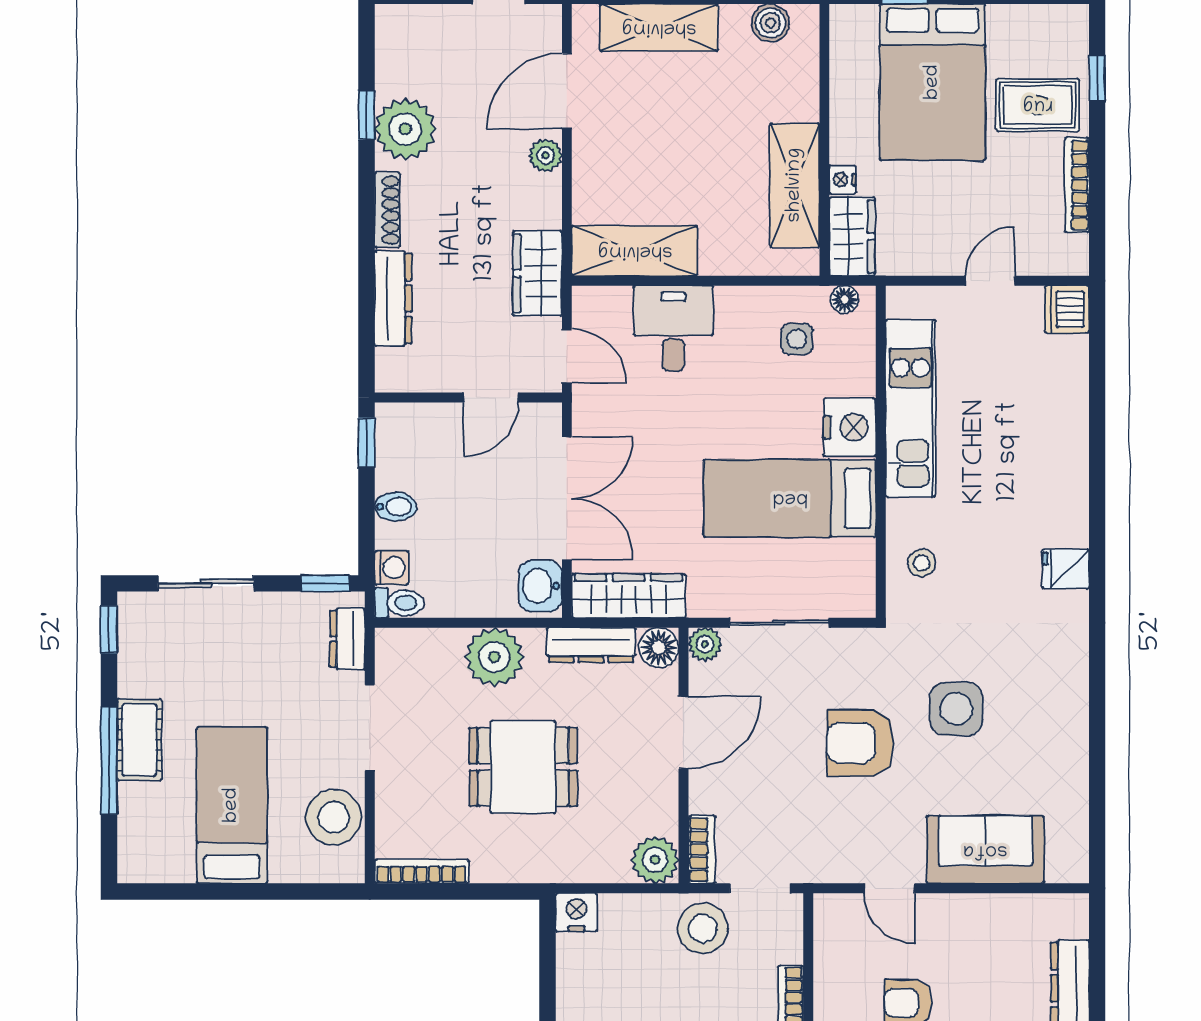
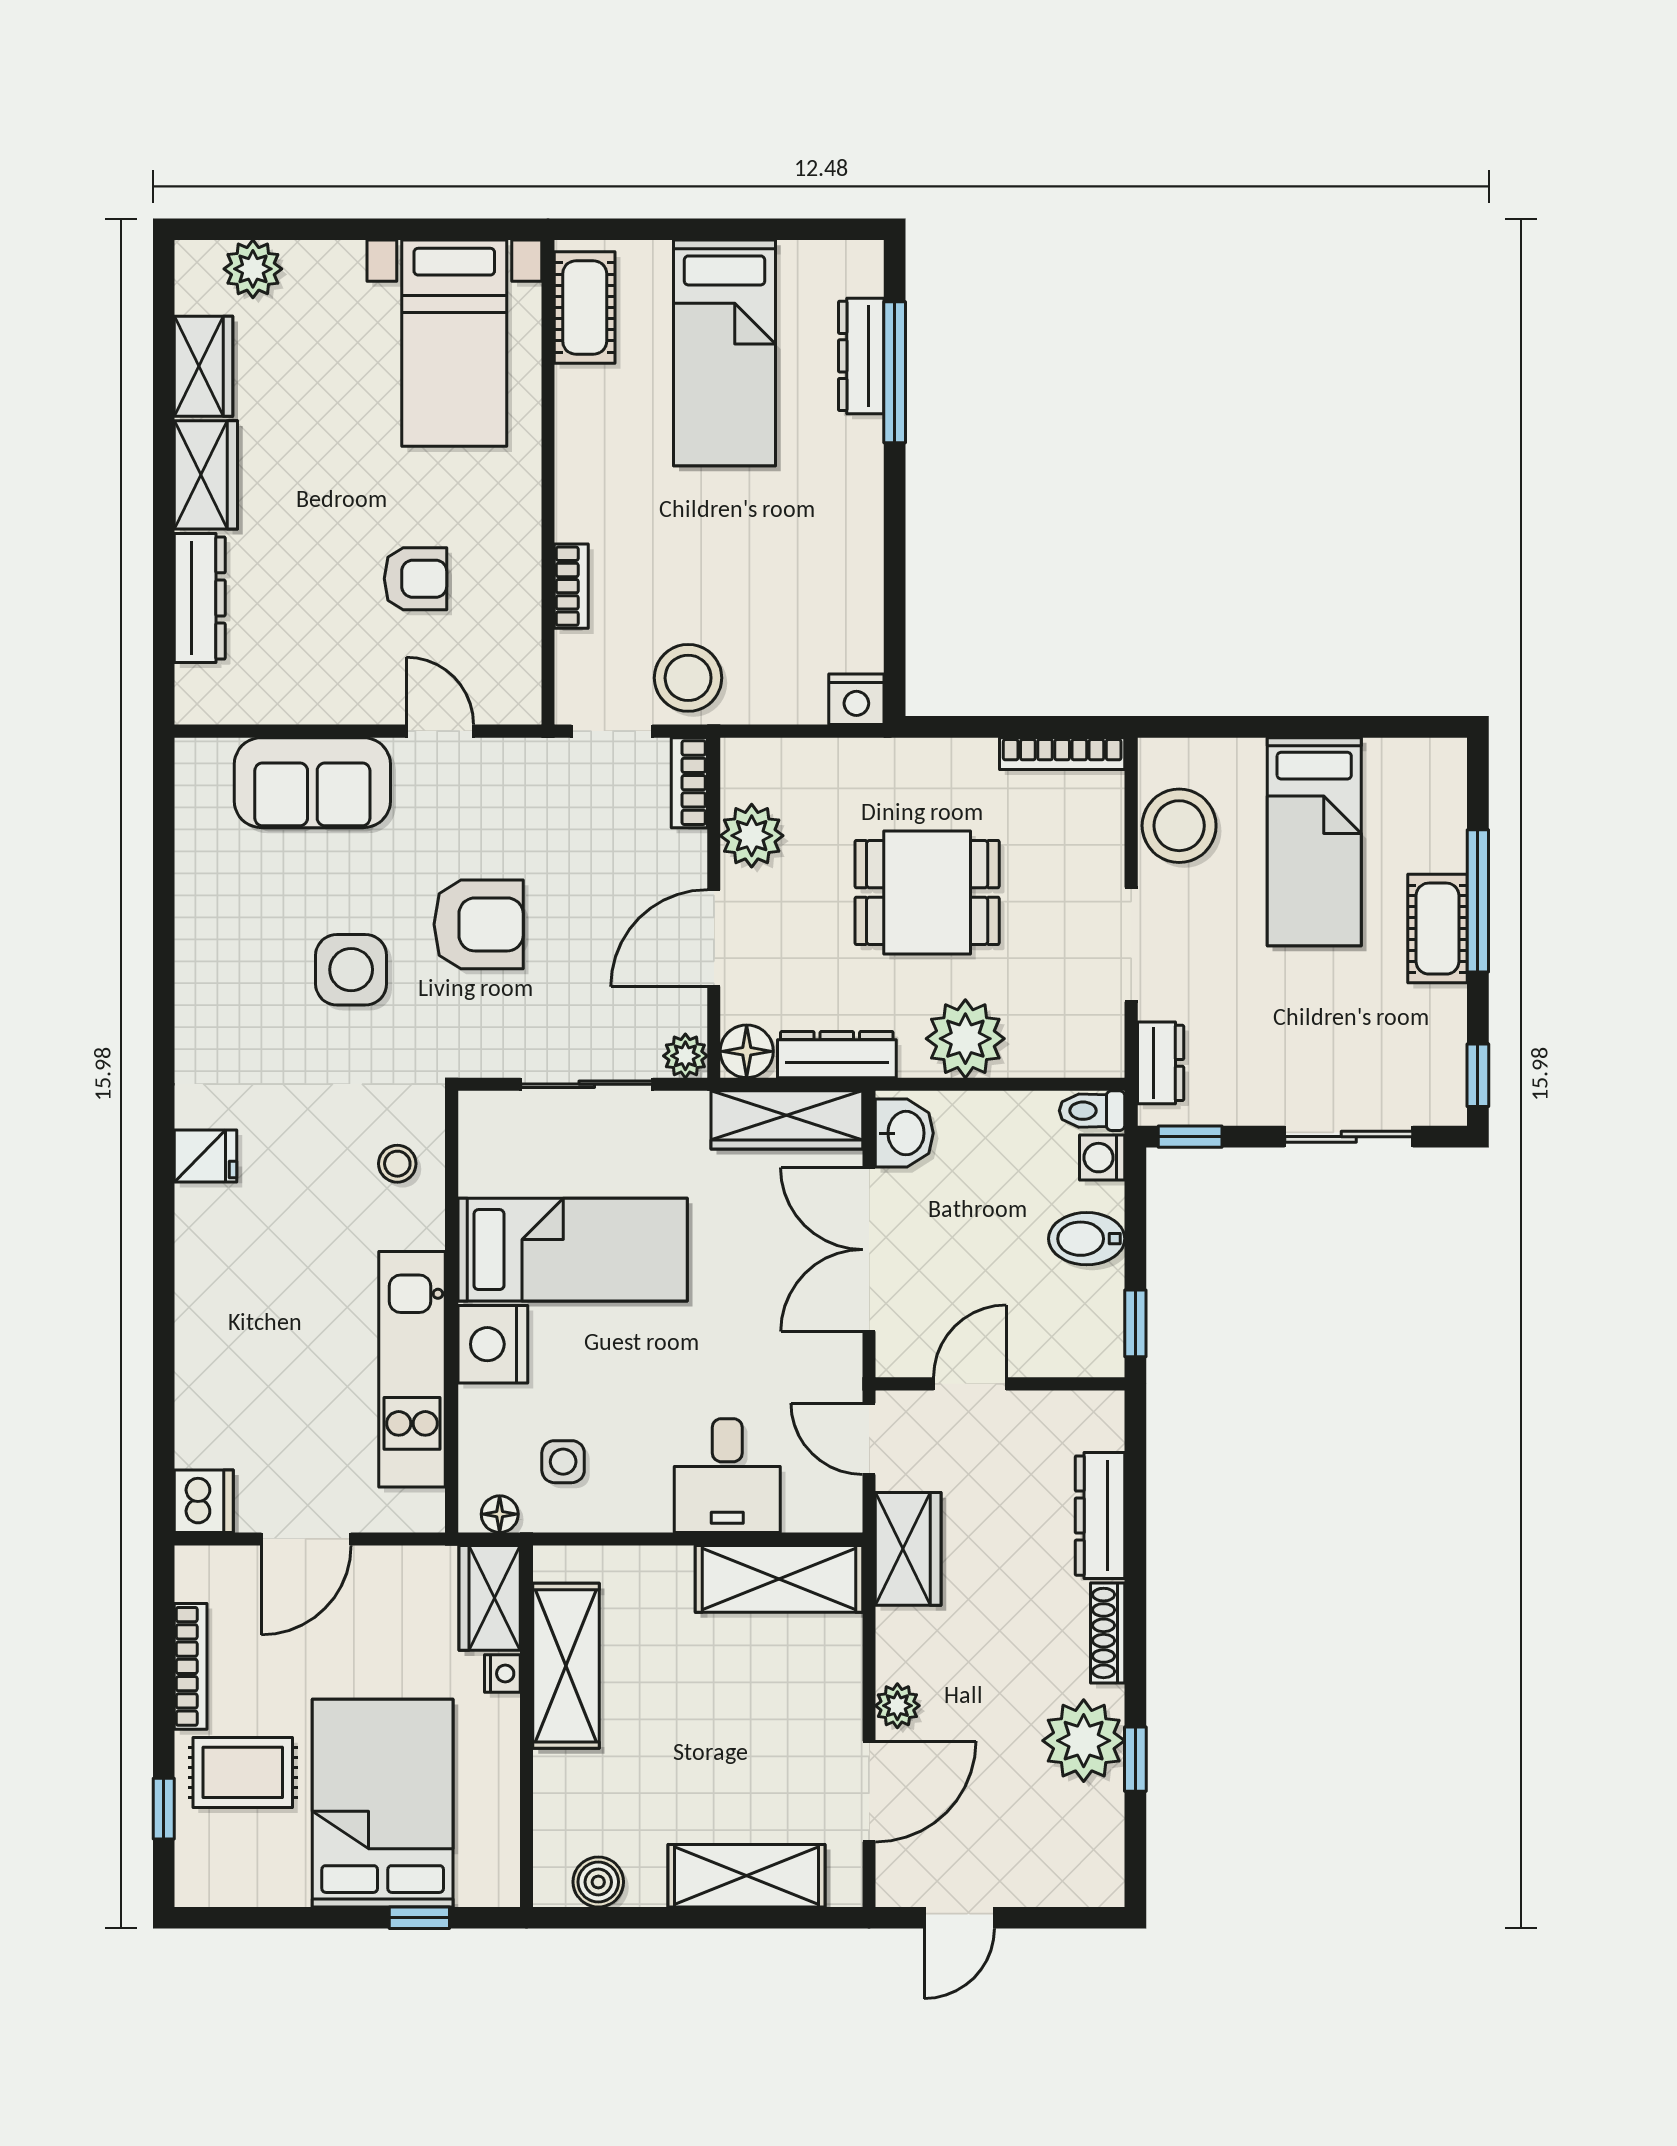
door: (990, 281) -> (306, 1539), width x1.37
bidet: (396, 507) -> (1087, 1239), width x1.38, depth x1.36
plant: (655, 860) -> (752, 836), moved

